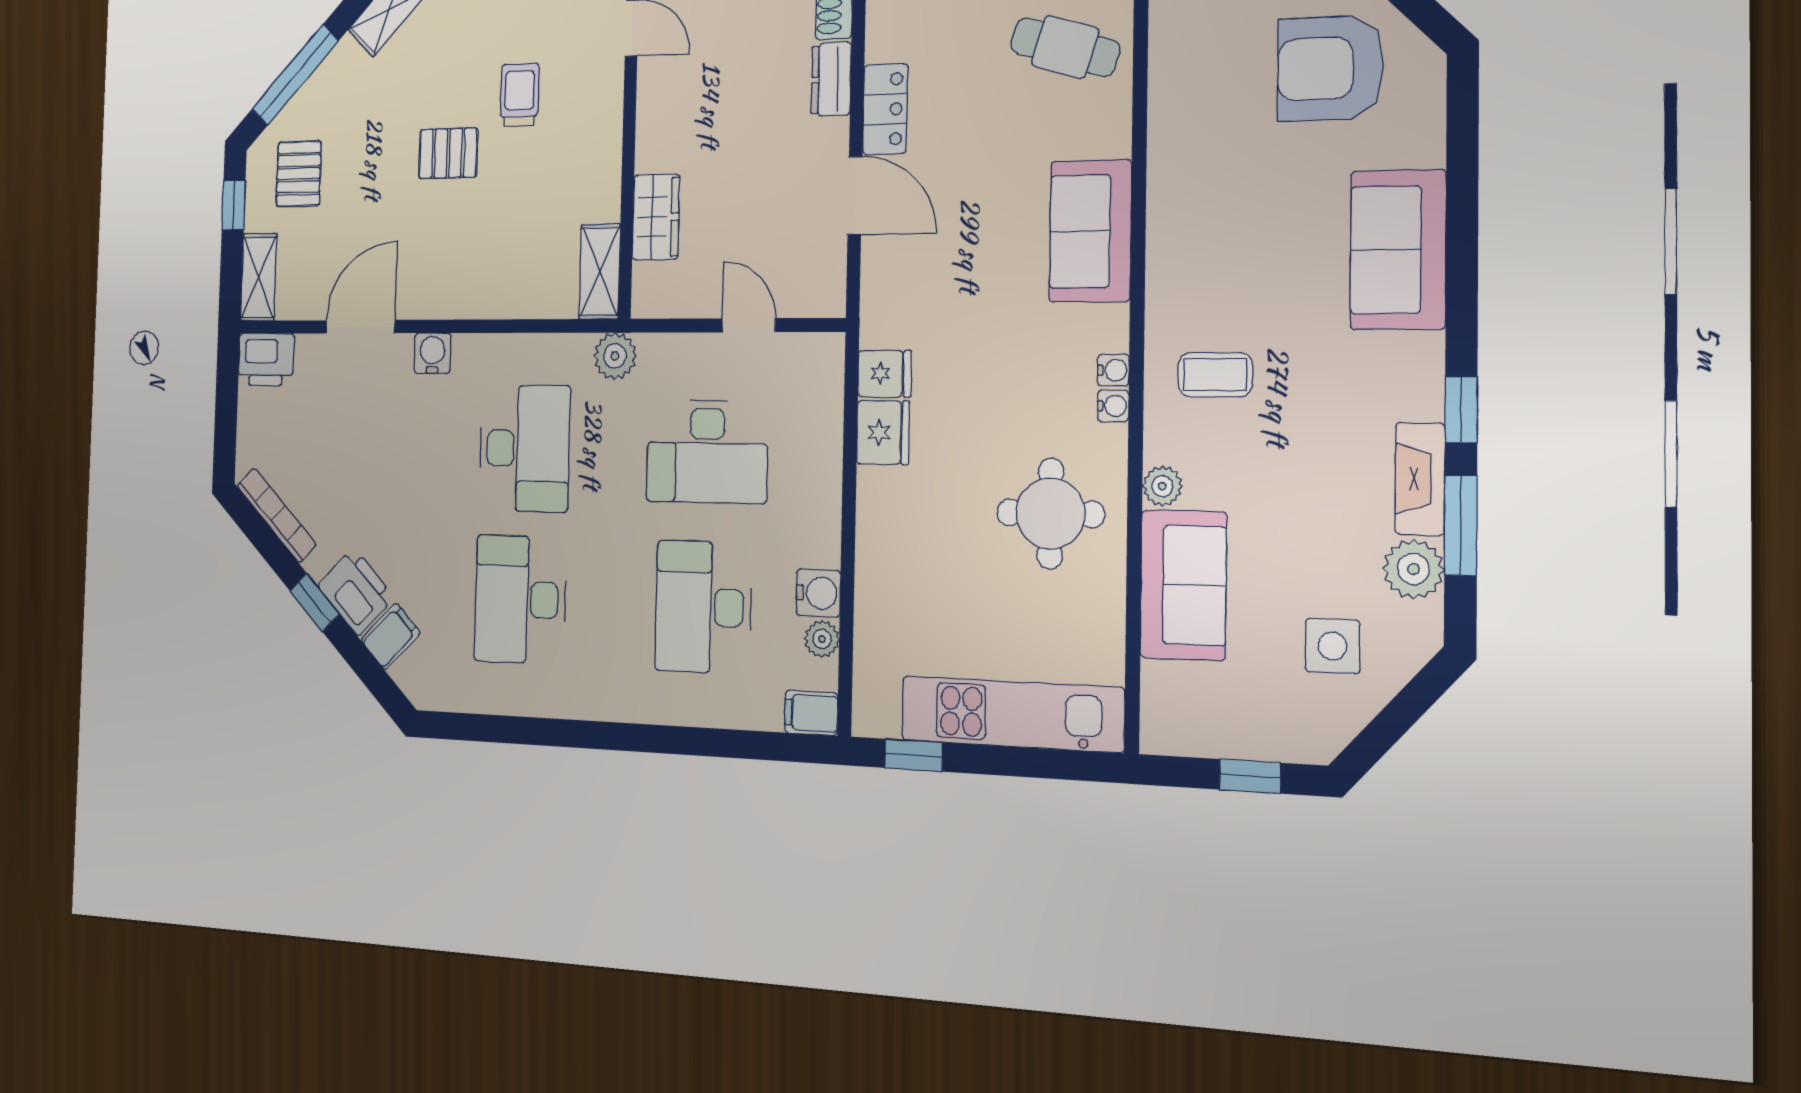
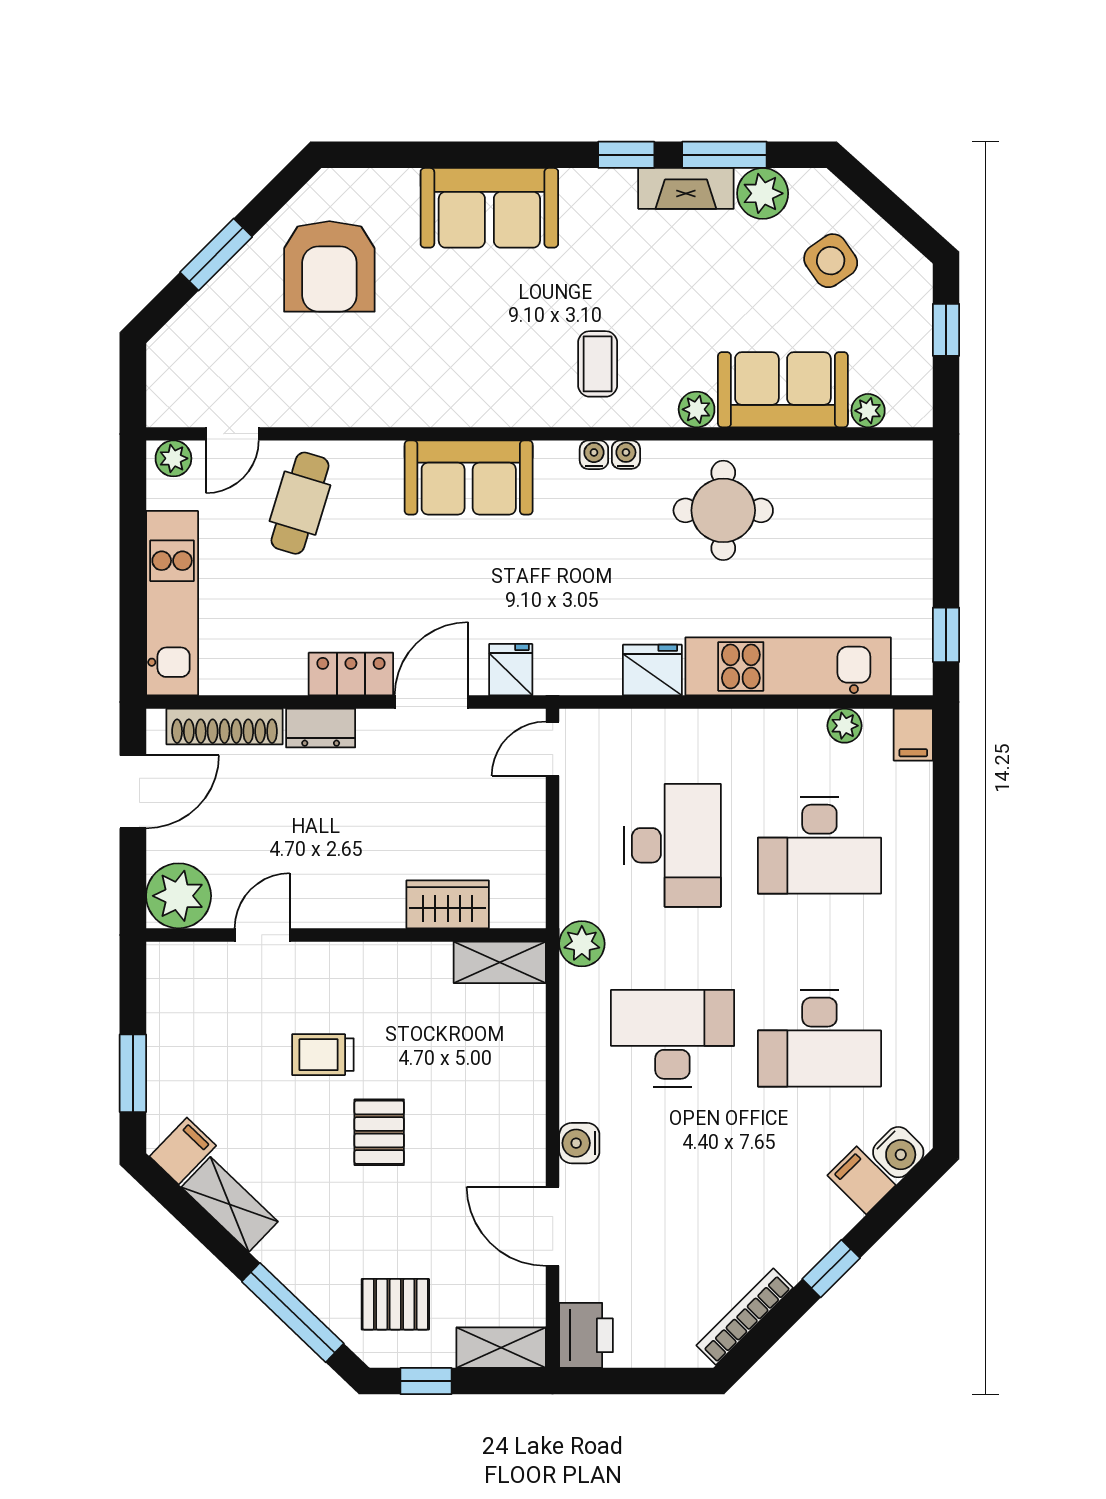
door: (749, 325) -> (553, 749), moved
fridge: (885, 374) -> (511, 670), moved
printer: (356, 592) -> (819, 1221), removed
water cooler: (818, 593) -> (898, 1152), moved, turned 135
side table: (1332, 646) -> (831, 261), turned -35
plant: (1159, 681) -> (868, 411), added
kitchen unit: (1012, 714) -> (788, 666), moved, turned 90

